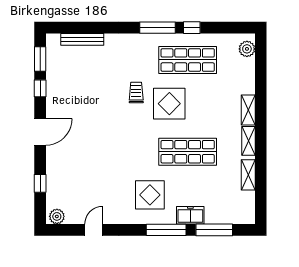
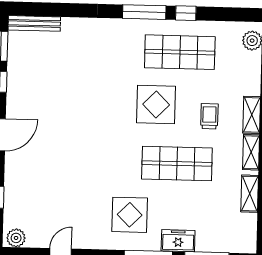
bench: (82, 39) -> (34, 23), moved
trolley: (136, 93) -> (209, 116), moved

